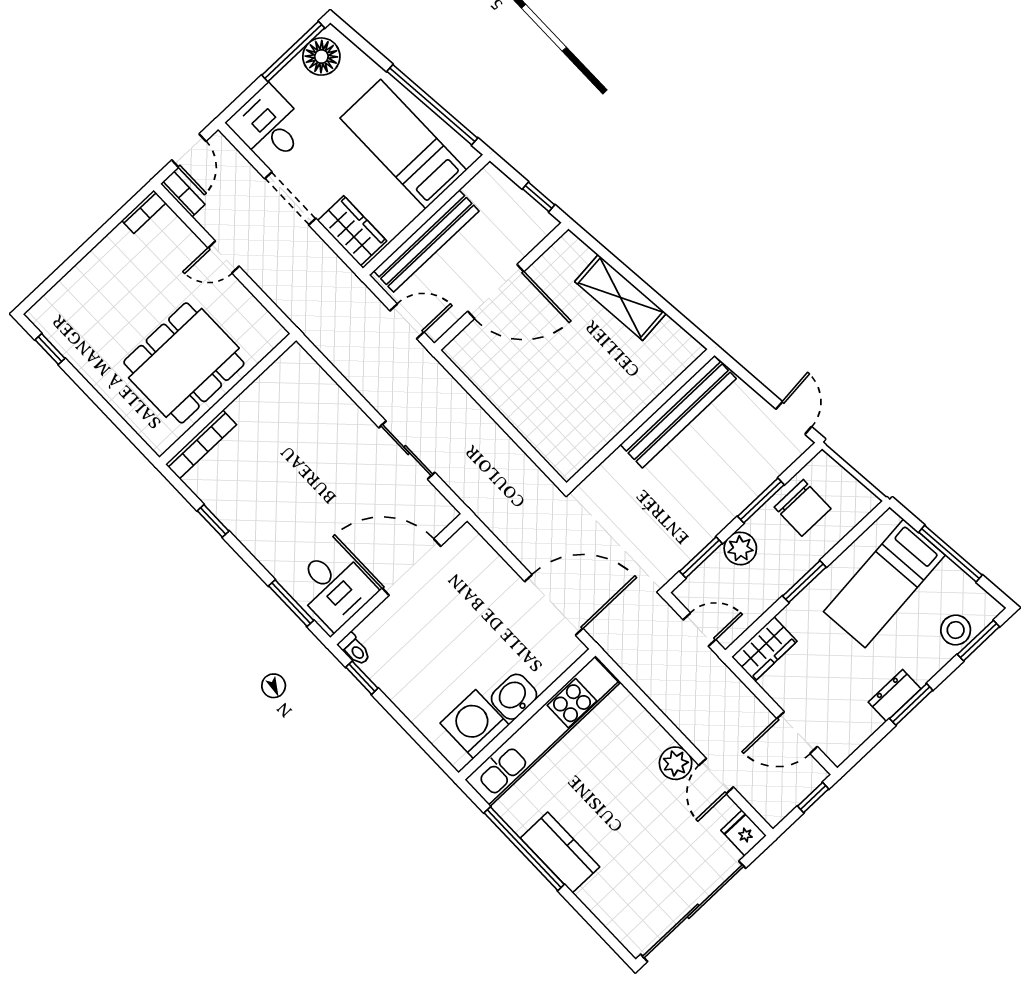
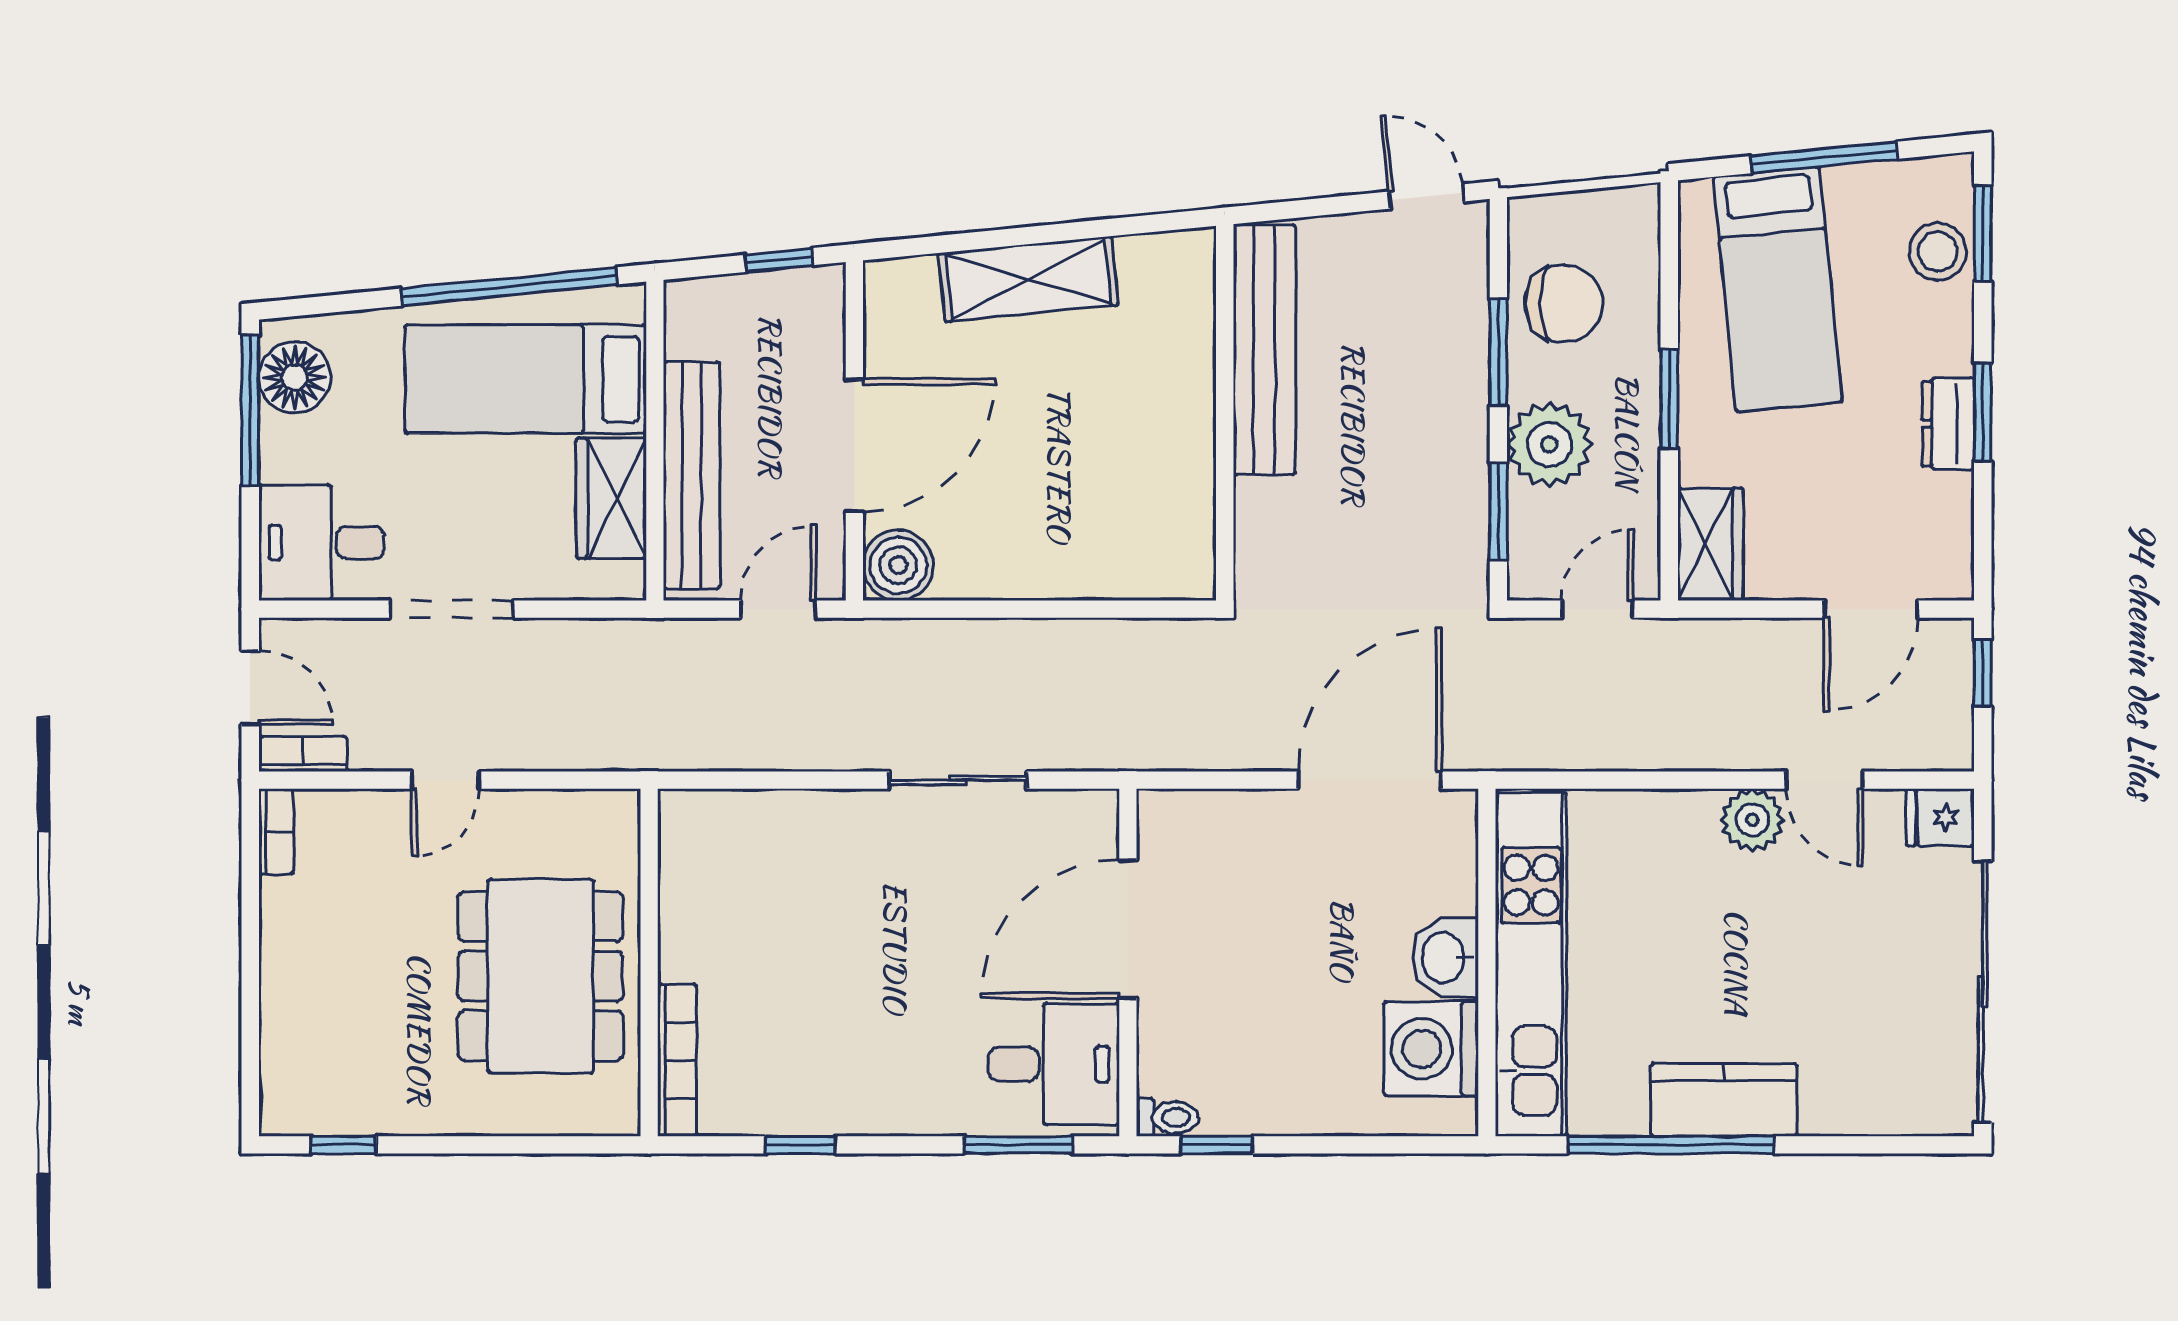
wardrobe: (352, 231) -> (611, 498), moved, turned -90
boiler: (466, 351) -> (898, 565), added
plant: (740, 548) -> (1549, 444), width x1.36, depth x1.36

